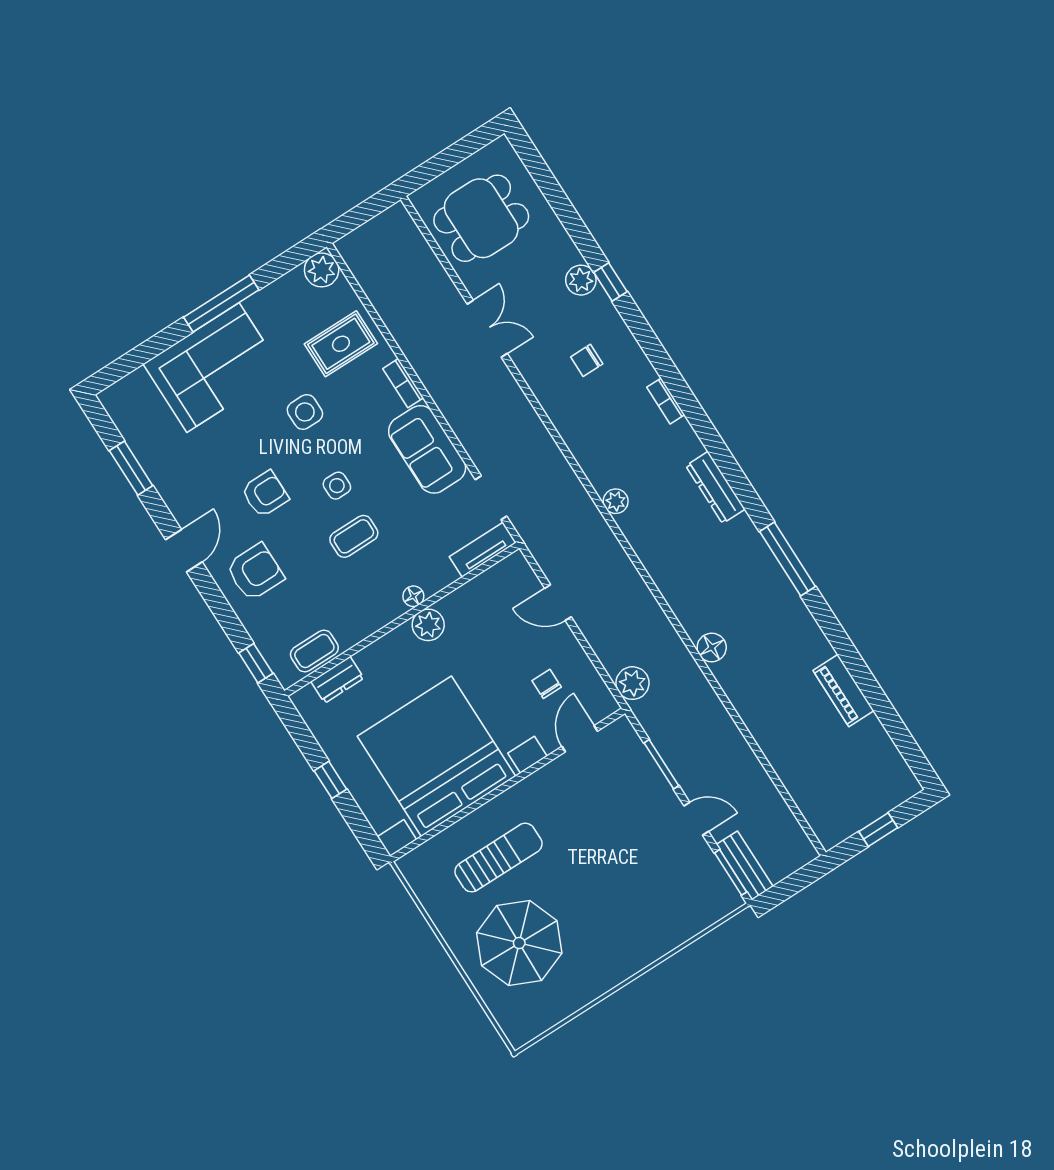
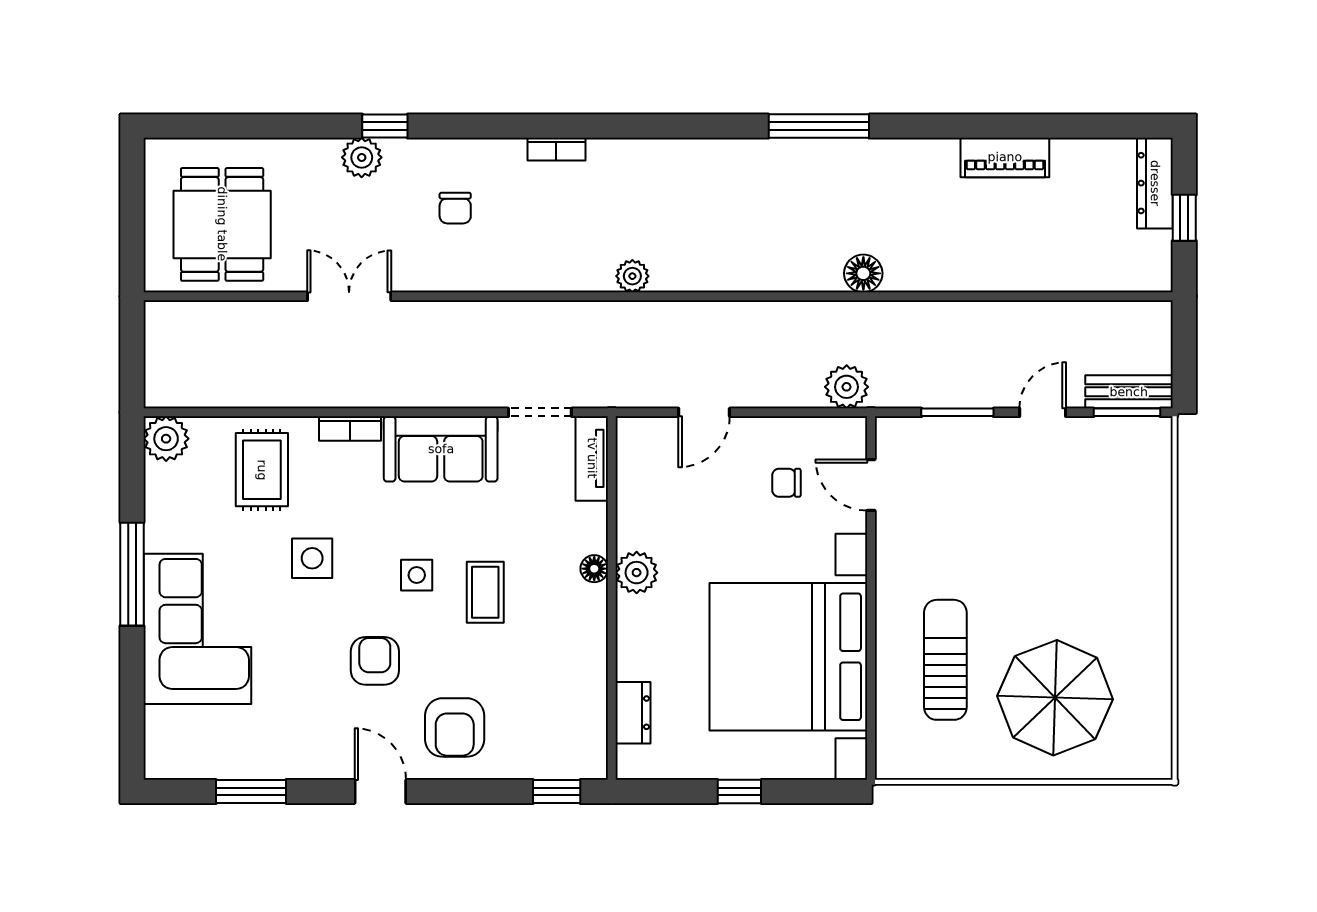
dresser: (715, 487) -> (1155, 183), moved, turned 90
armchair: (255, 572) -> (455, 727), turned 180
coffee table: (314, 651) -> (585, 718), removed

